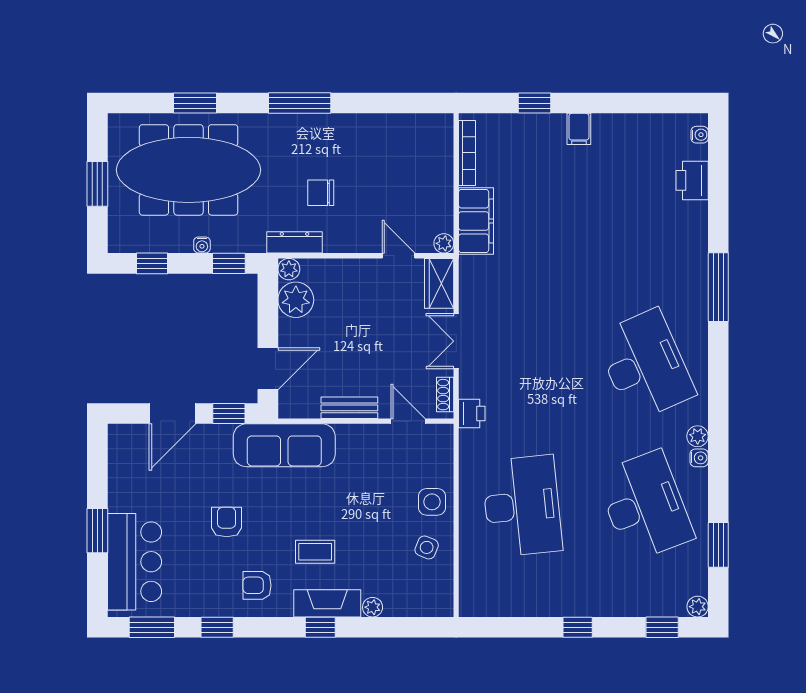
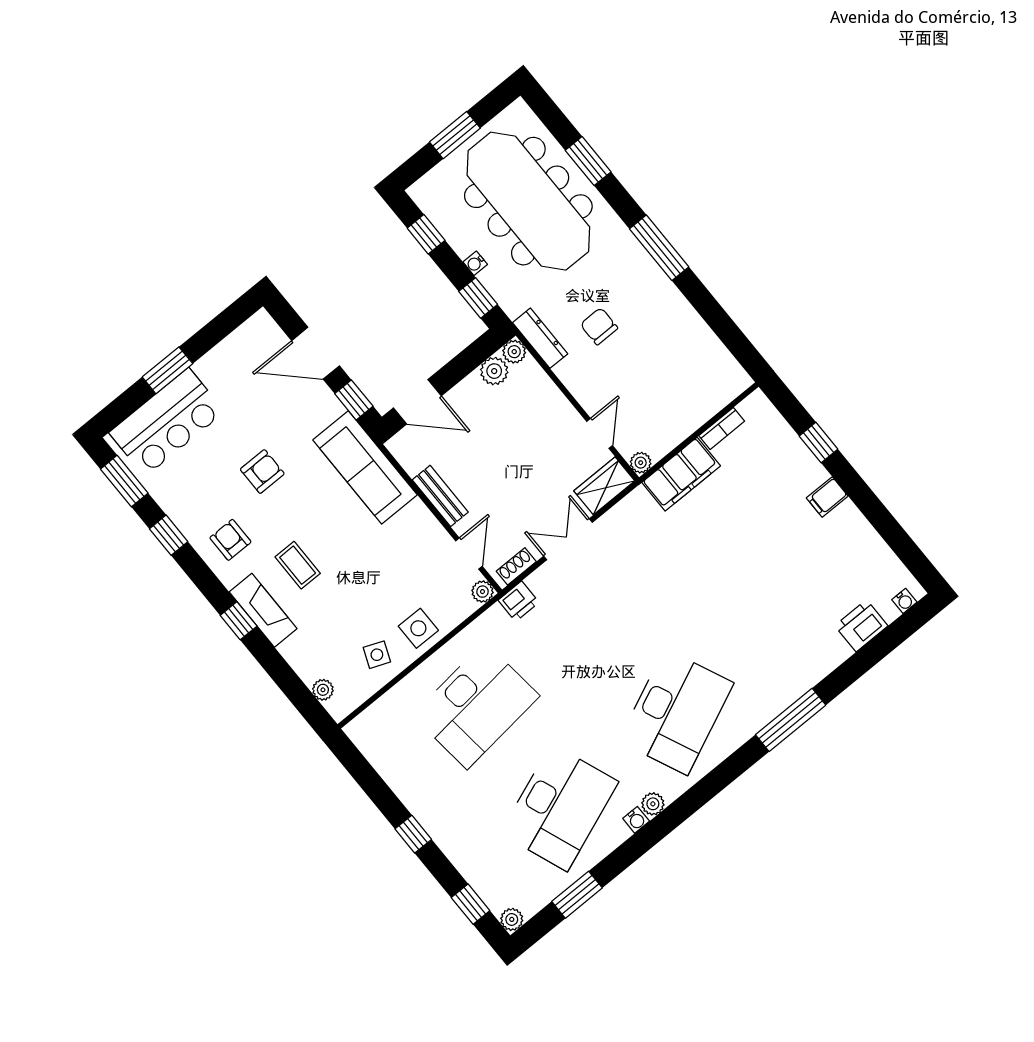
bookcase: (467, 153) -> (722, 428), width x0.64
plant: (296, 300) -> (494, 371), width x0.73, depth x0.73
plant: (443, 434) -> (482, 592), added
plant: (373, 607) -> (323, 690), moved

